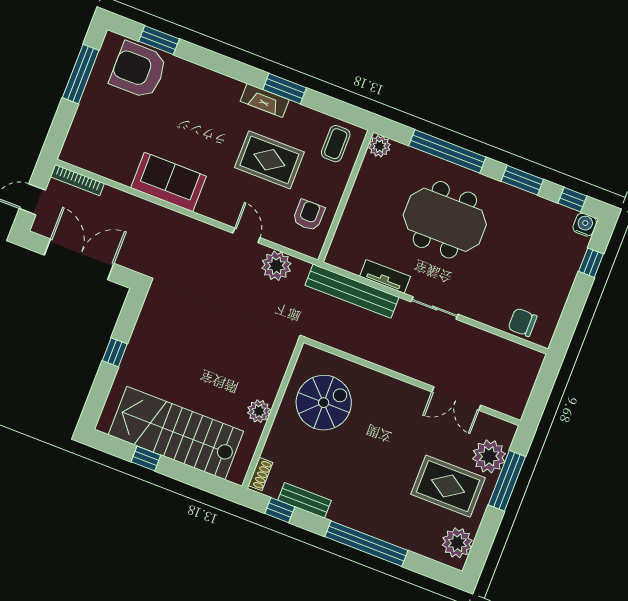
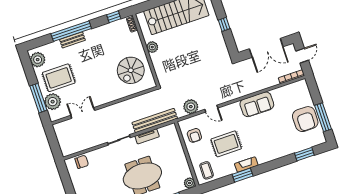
armchair: (138, 70) -> (305, 119), moved, turned 90
bench: (305, 500) -> (72, 40), moved

